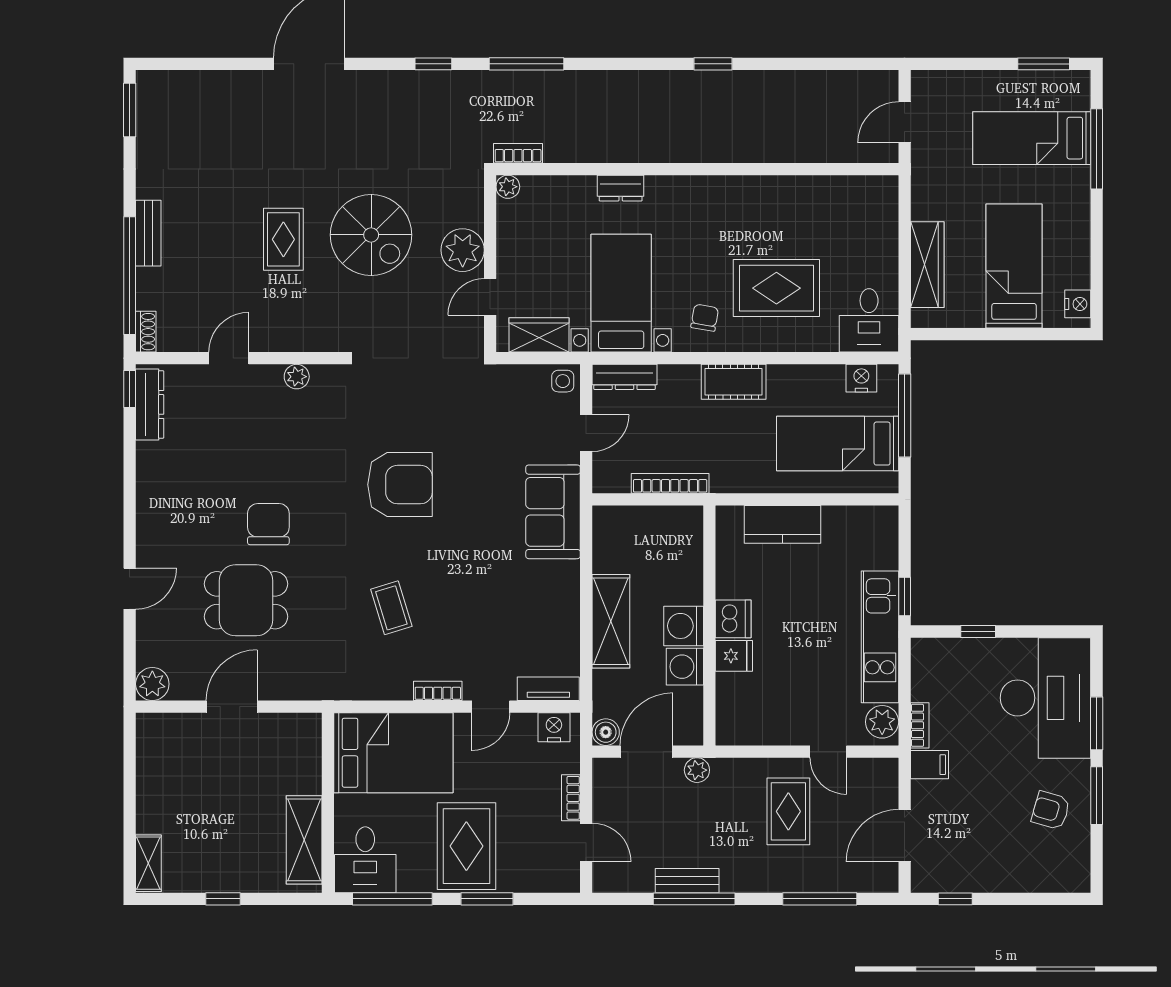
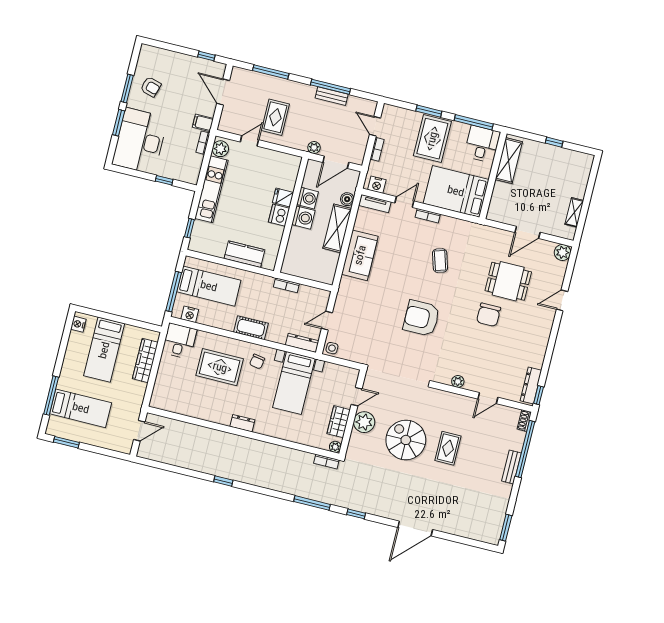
dresser: (621, 188) -> (242, 423), moved
wardrobe: (539, 335) -> (339, 422), moved, turned 90
bookcase: (670, 483) -> (286, 285), width x0.64
sofa: (553, 512) -> (360, 255), moved
window: (905, 596) -> (189, 228), moved
boiler: (606, 732) -> (347, 199), moved
door: (828, 752) -> (249, 141), hinge flipped
door: (905, 836) -> (223, 92), swing flipped
shelving: (148, 863) -> (574, 212), moved

